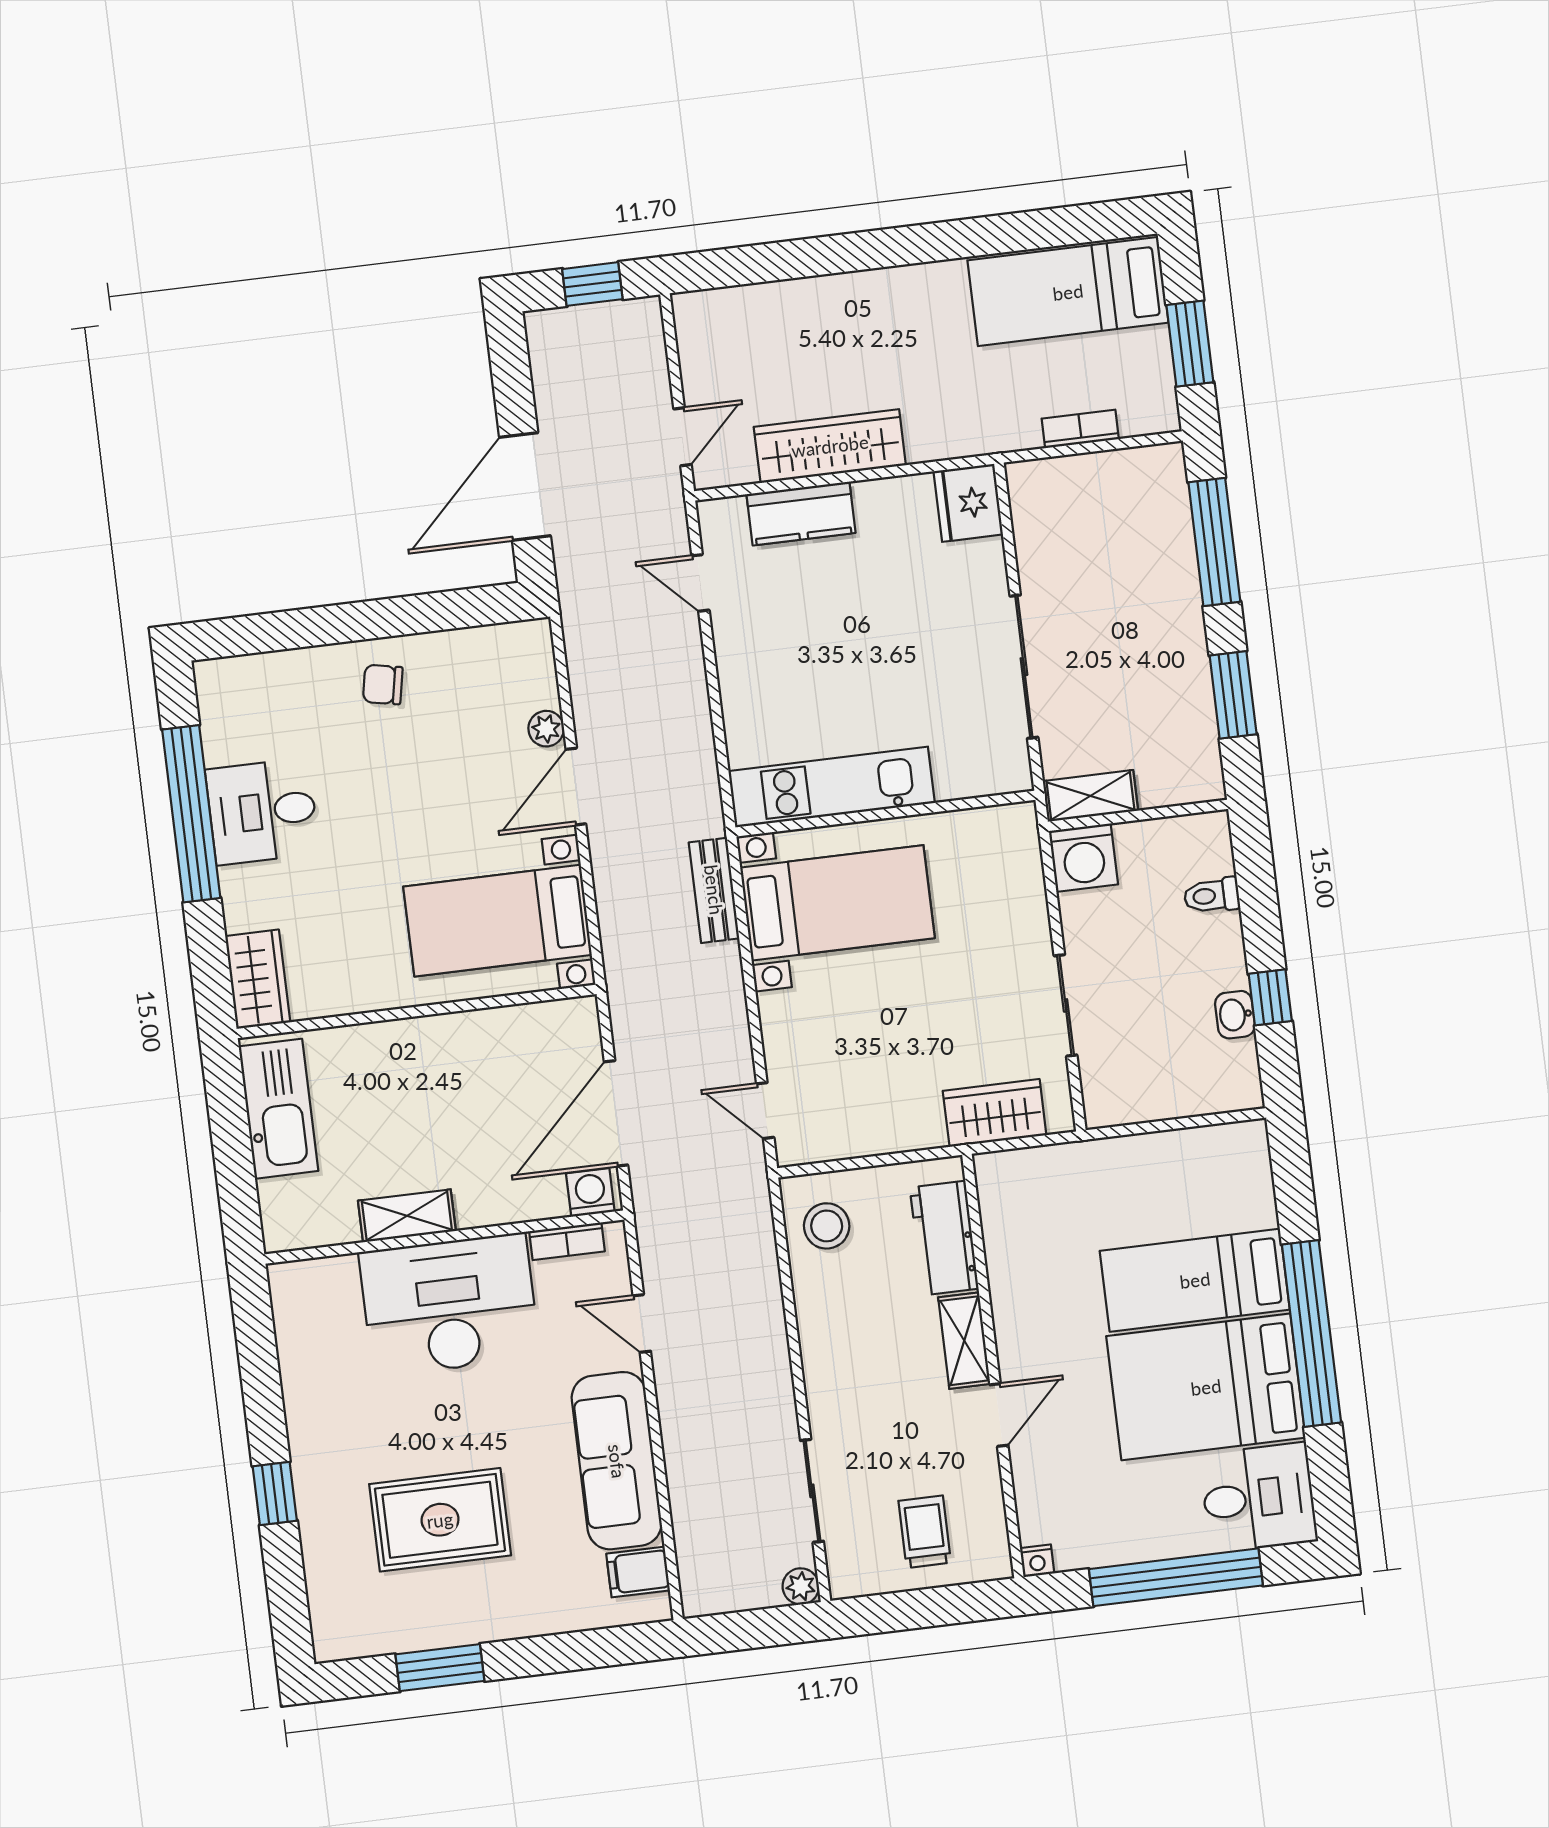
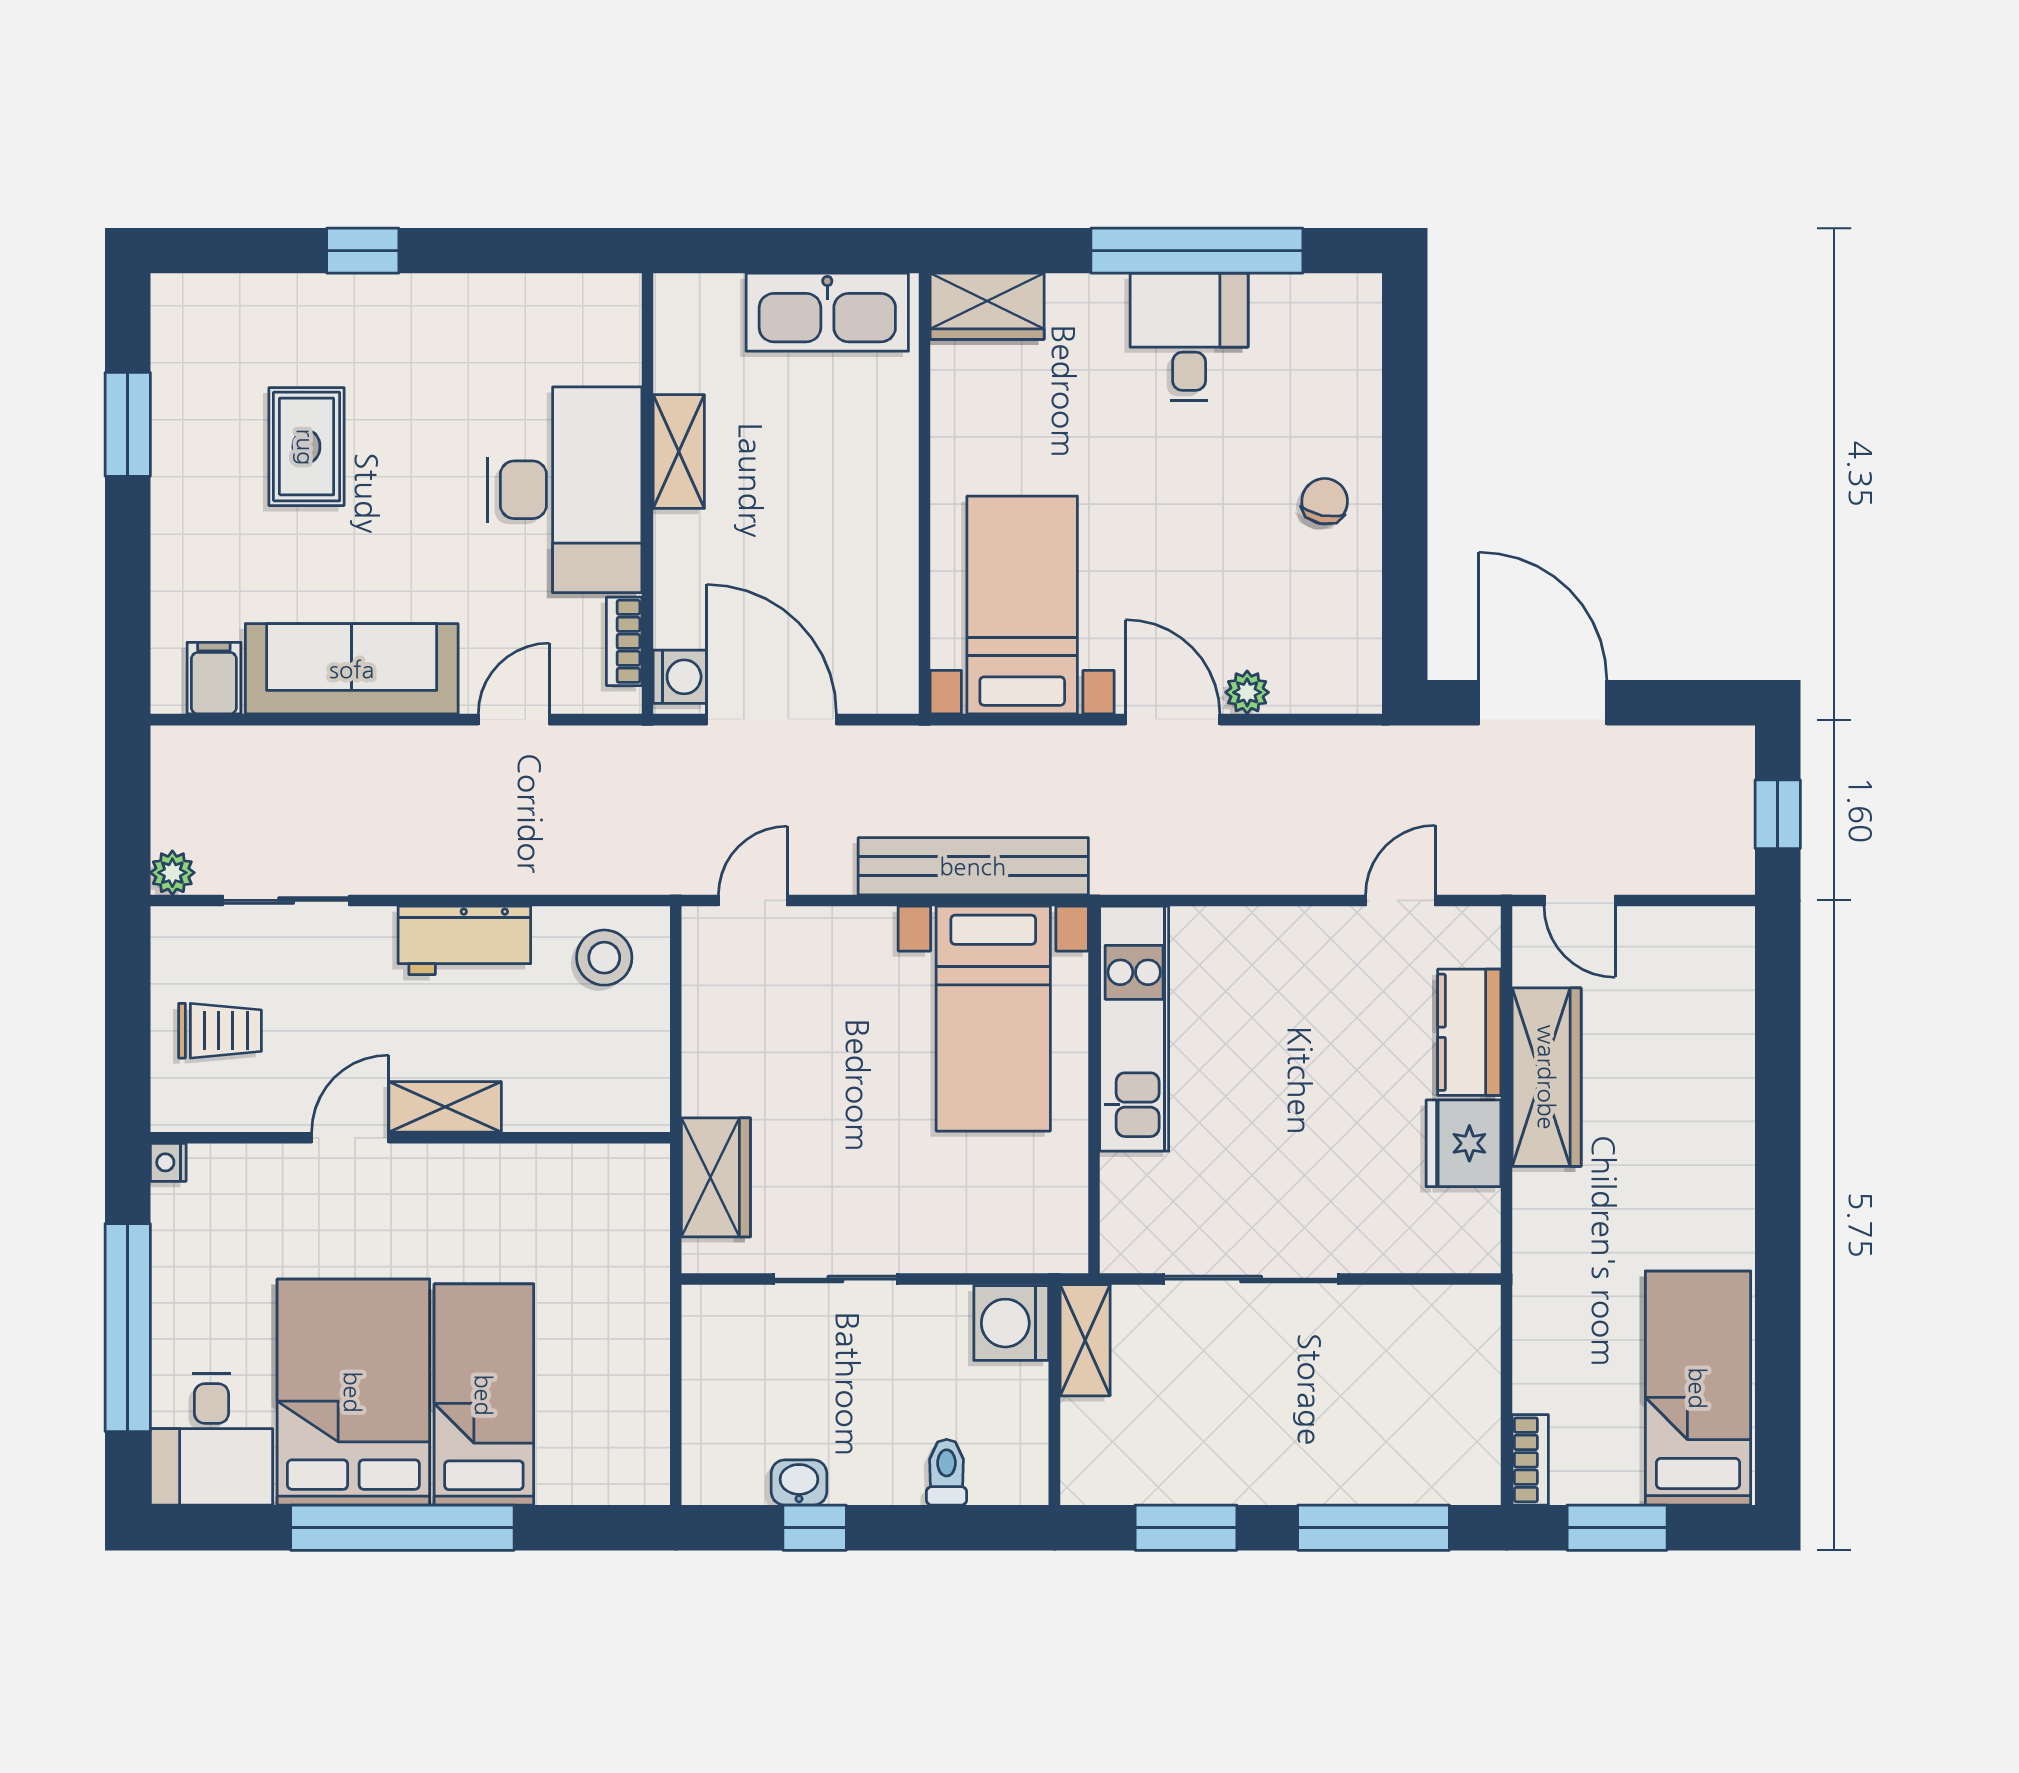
bookcase: (1080, 429) -> (1530, 1460), moved
fridge: (968, 503) -> (1463, 1143), moved, turned -90
bench: (714, 890) -> (973, 866), width x1.86, depth x1.21
workbench: (944, 1238) -> (464, 940), moved, turned 180
door: (999, 1415) -> (350, 1138), swing flipped
rug: (440, 1520) -> (306, 447), width x0.73, depth x0.70

